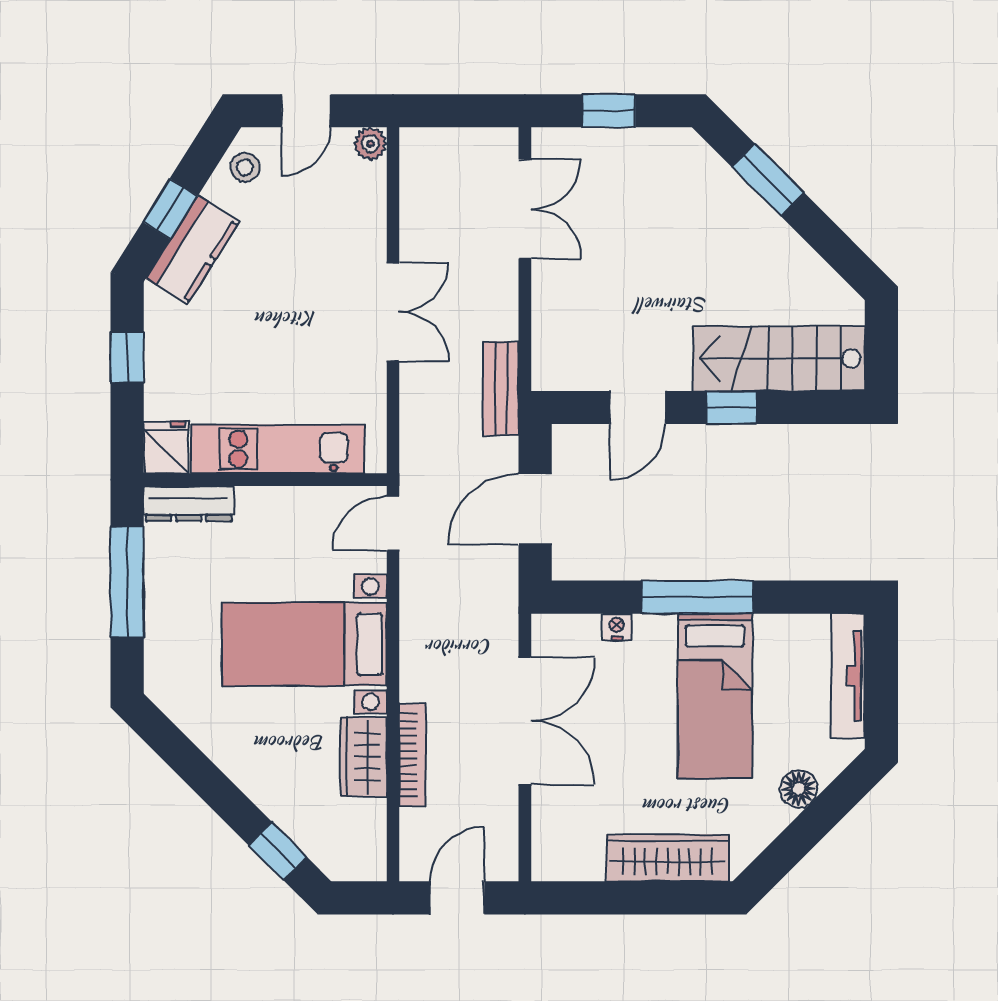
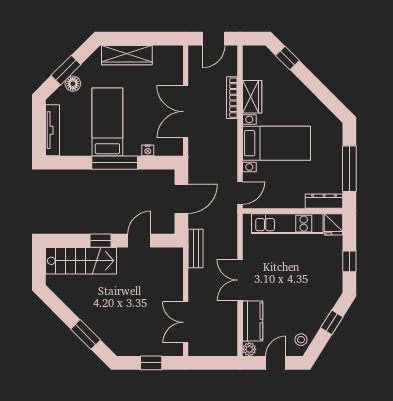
kitchen counter: (193, 250) -> (253, 321), moved, turned 148
window: (816, 822) -> (66, 70), added

